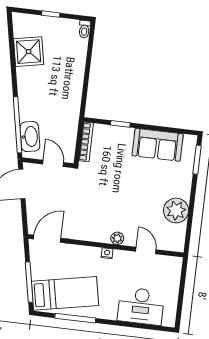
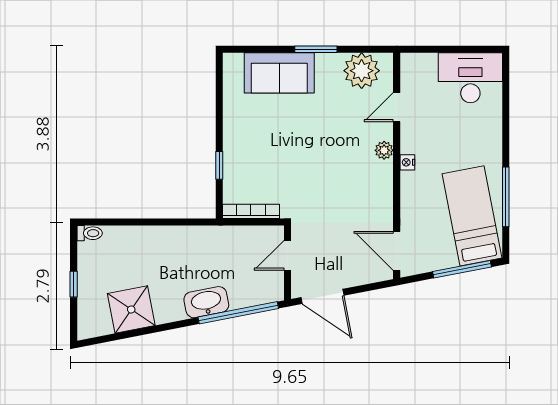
washbasin: (30, 137) -> (206, 302), moved
sofa: (158, 145) -> (279, 73), moved, turned 90
window: (197, 160) -> (316, 49), moved
plant: (176, 210) -> (362, 71), moved
desk: (141, 306) -> (470, 78), moved, turned -90

